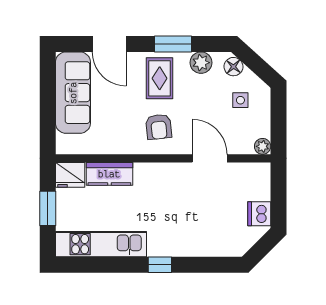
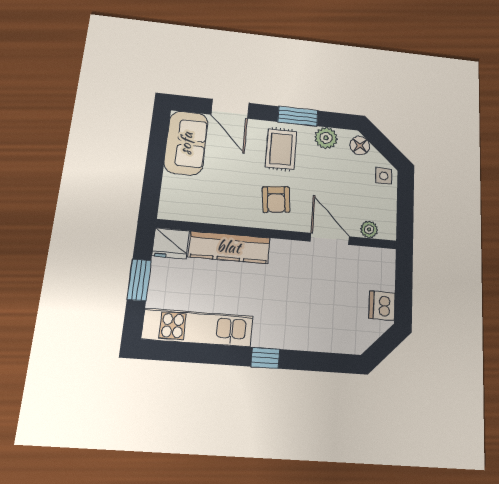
sofa: (73, 93) -> (186, 143), width x0.73
side table: (240, 100) -> (384, 176), moved
plant: (263, 146) -> (369, 229), moved
kitchen counter: (109, 174) -> (229, 247), width x1.50

